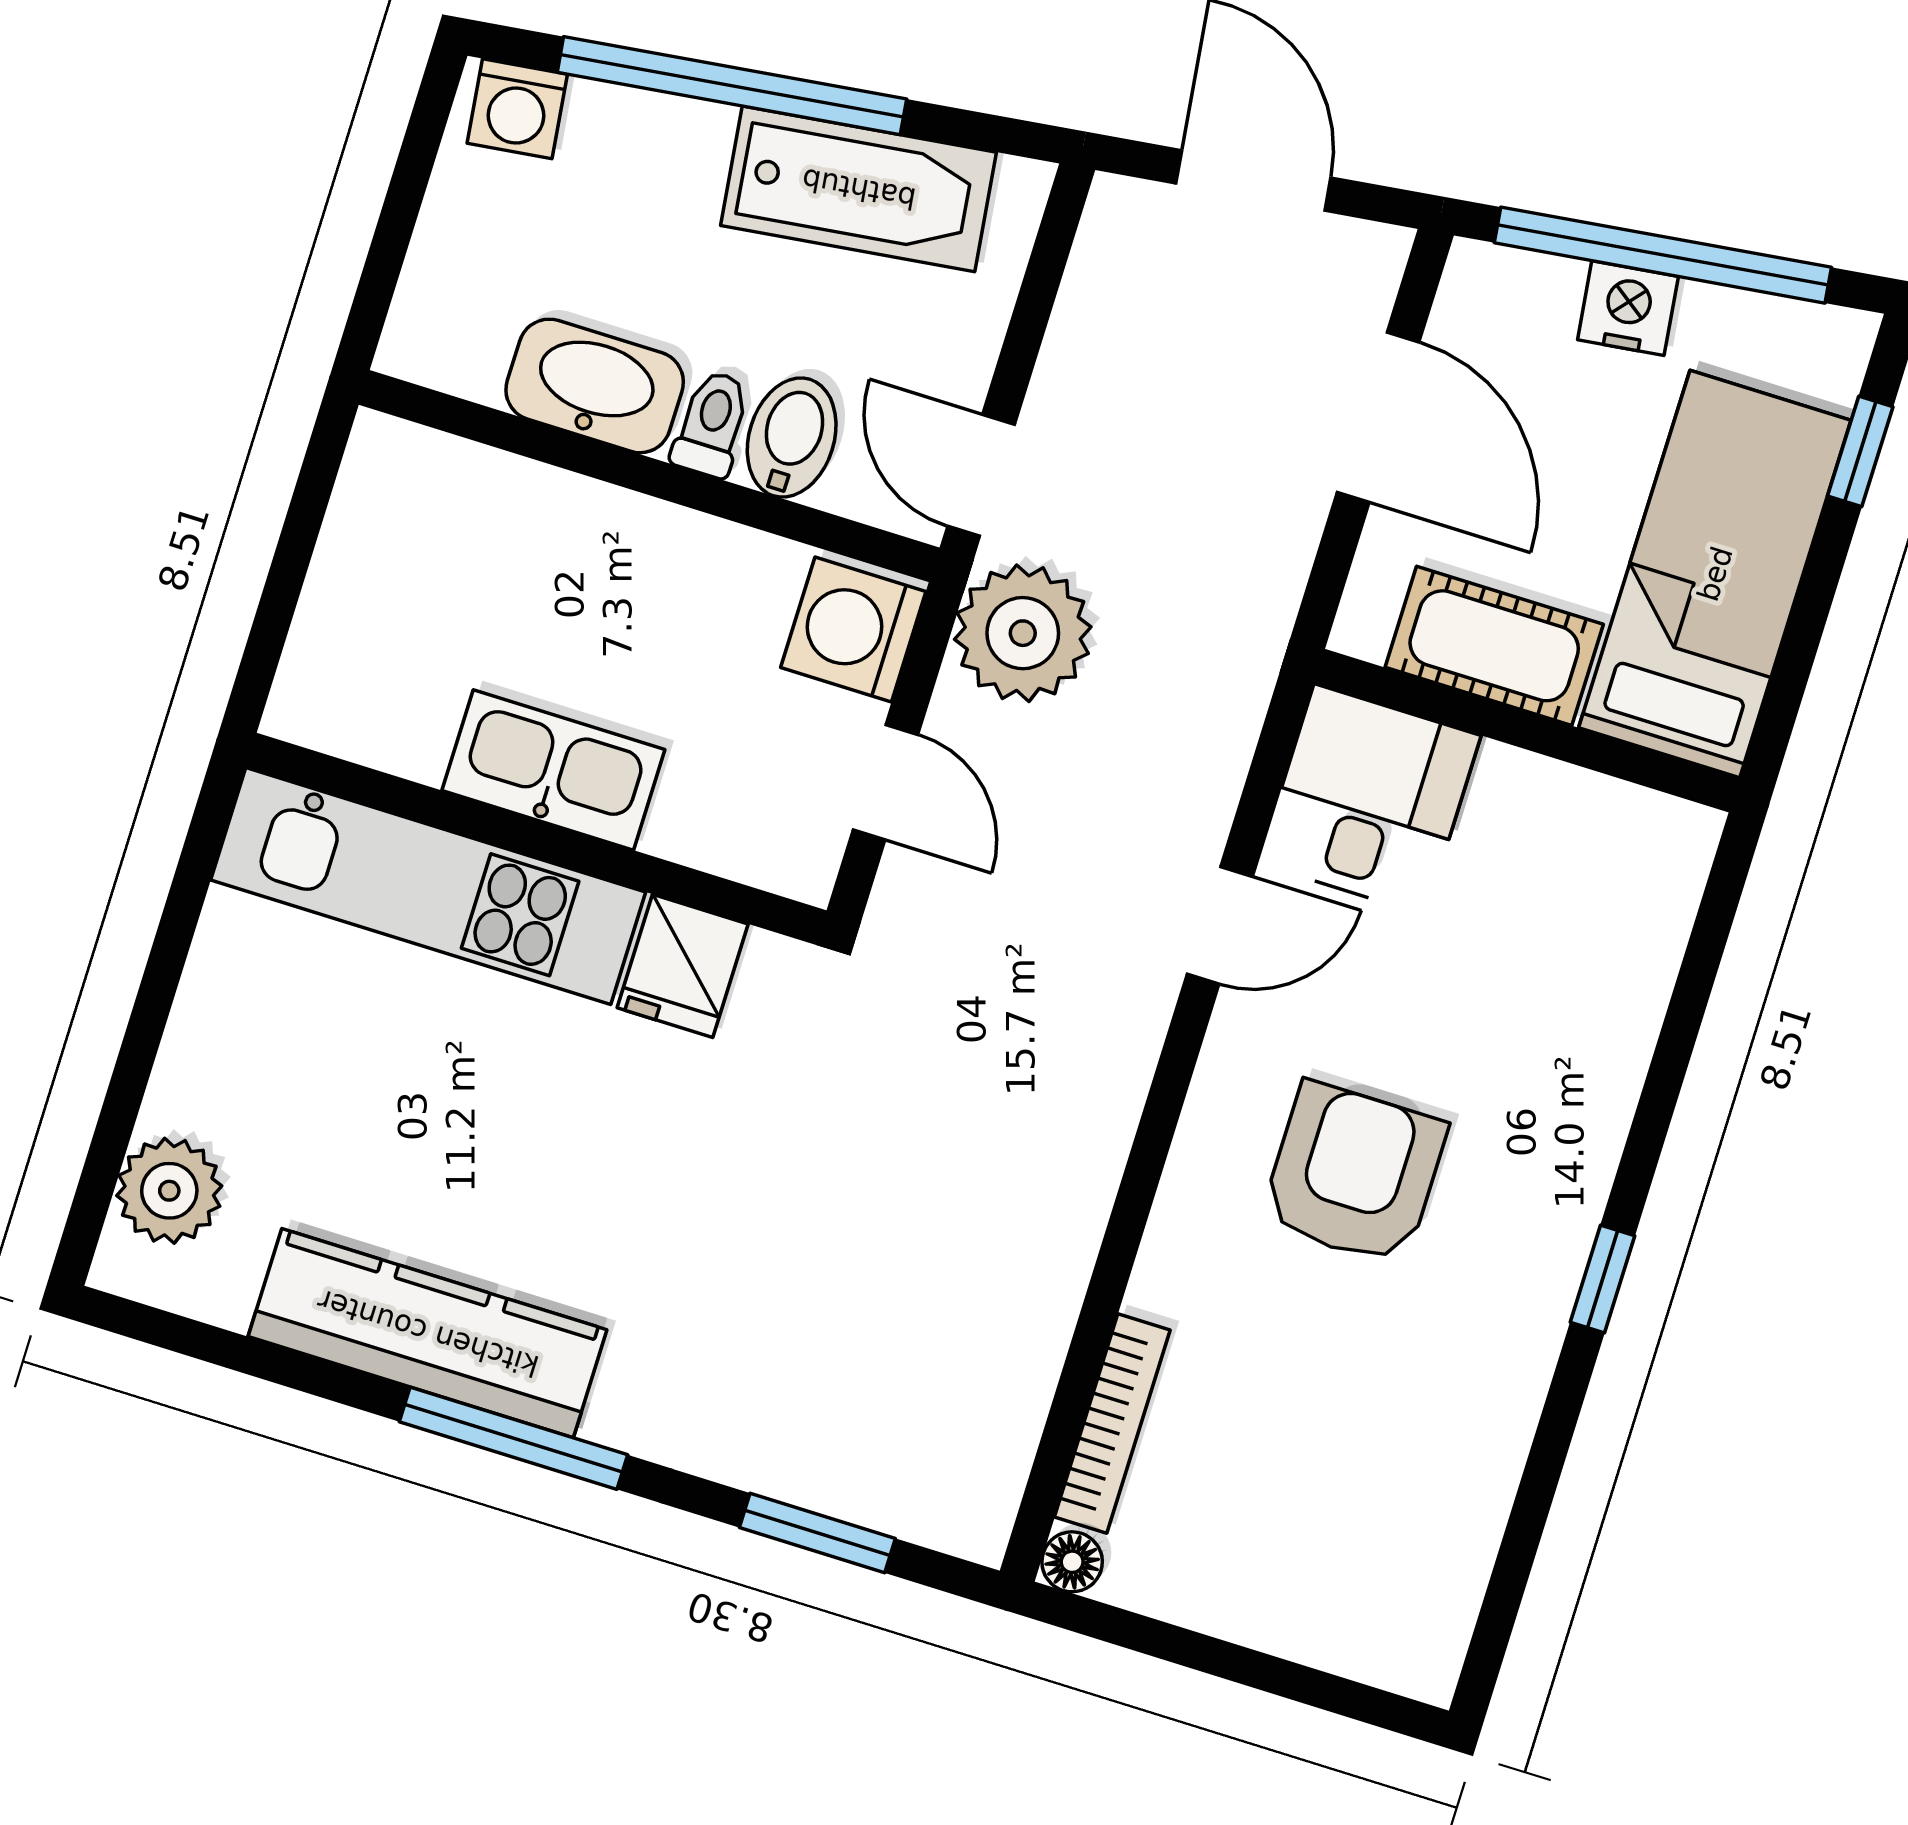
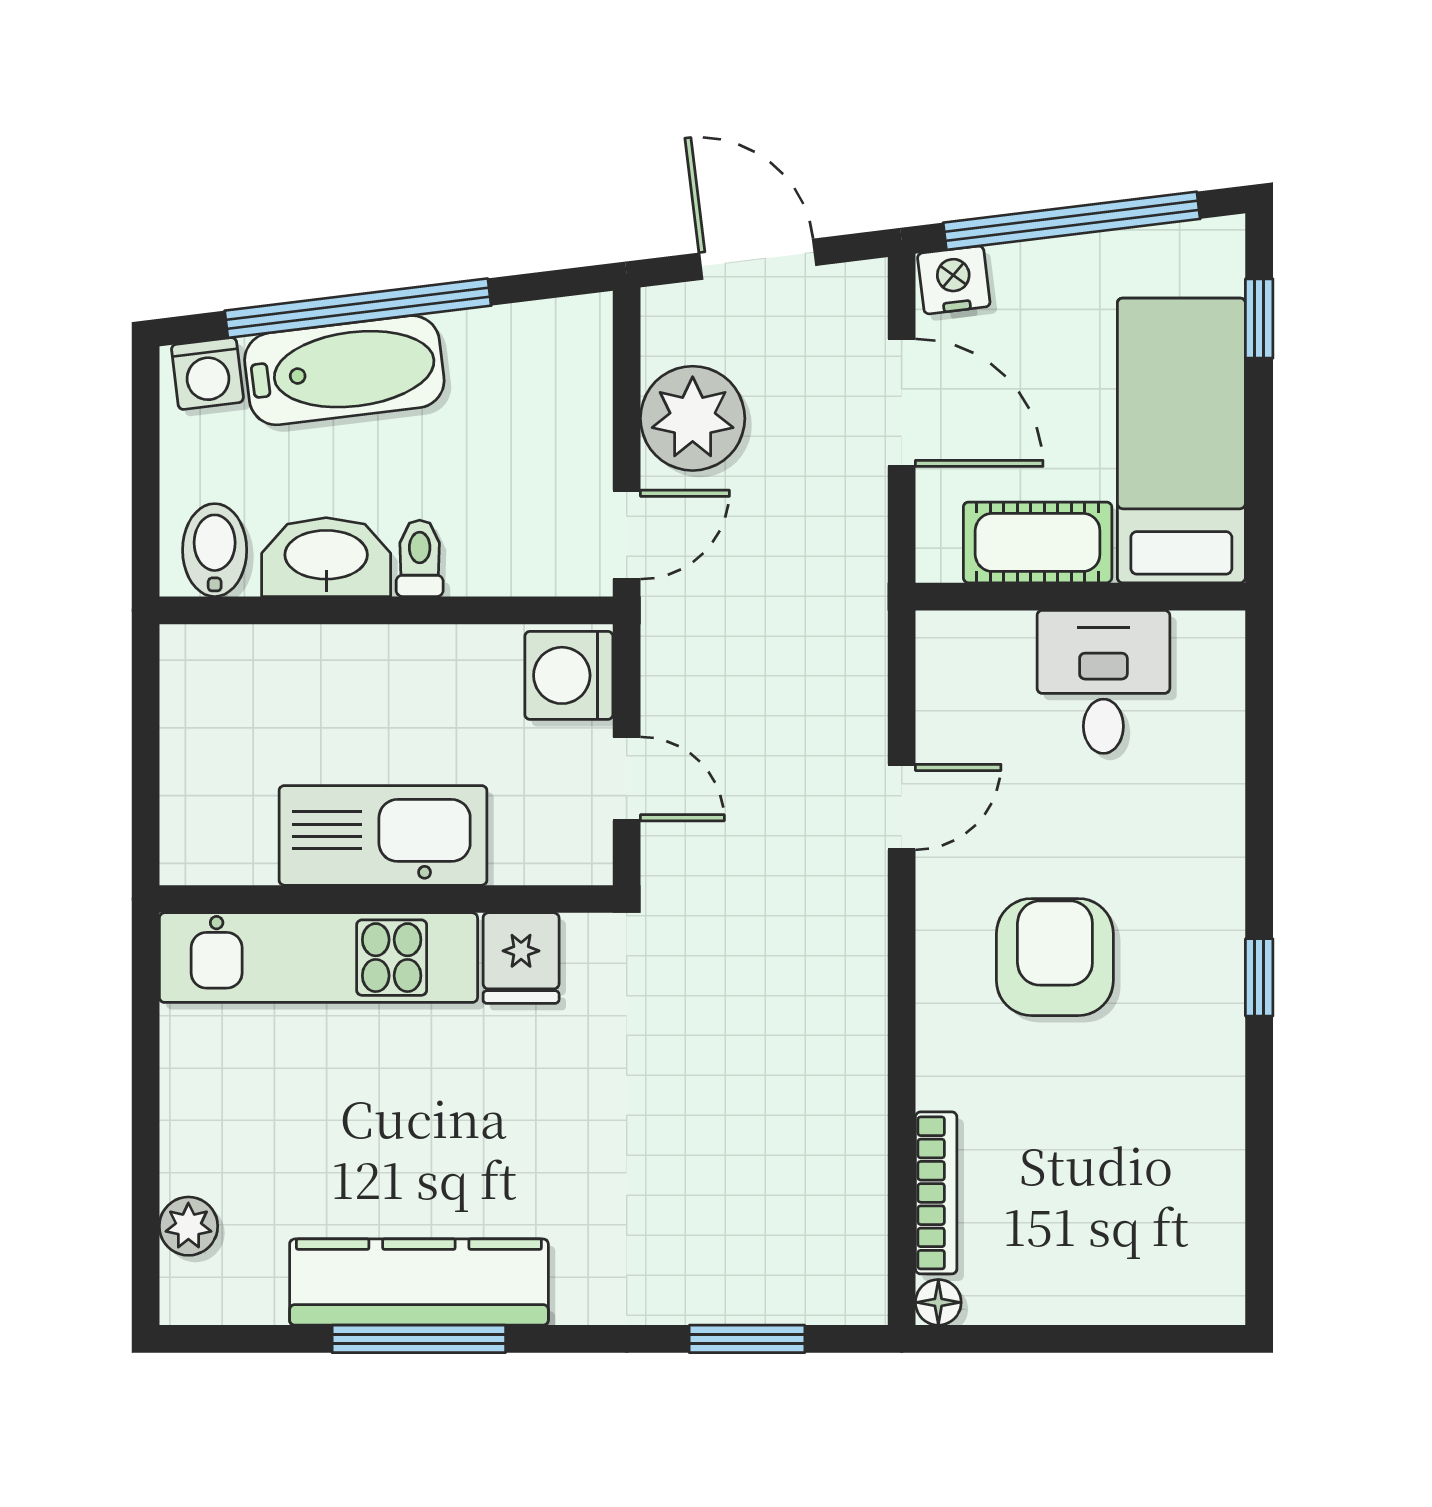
bathtub: (859, 189) -> (344, 370), moved
nightstand: (1628, 308) -> (954, 280), moved
bidet: (792, 438) -> (215, 550), moved
door: (981, 475) -> (627, 535), swing flipped
plant: (1023, 633) -> (693, 418), moved
kitchen sink: (553, 770) -> (383, 835), width x1.36, depth x1.24
desk: (1370, 799) -> (1103, 682), moved
plant: (169, 1191) -> (188, 1226), width x0.73, depth x0.73
window: (513, 1438) -> (419, 1339), moved

